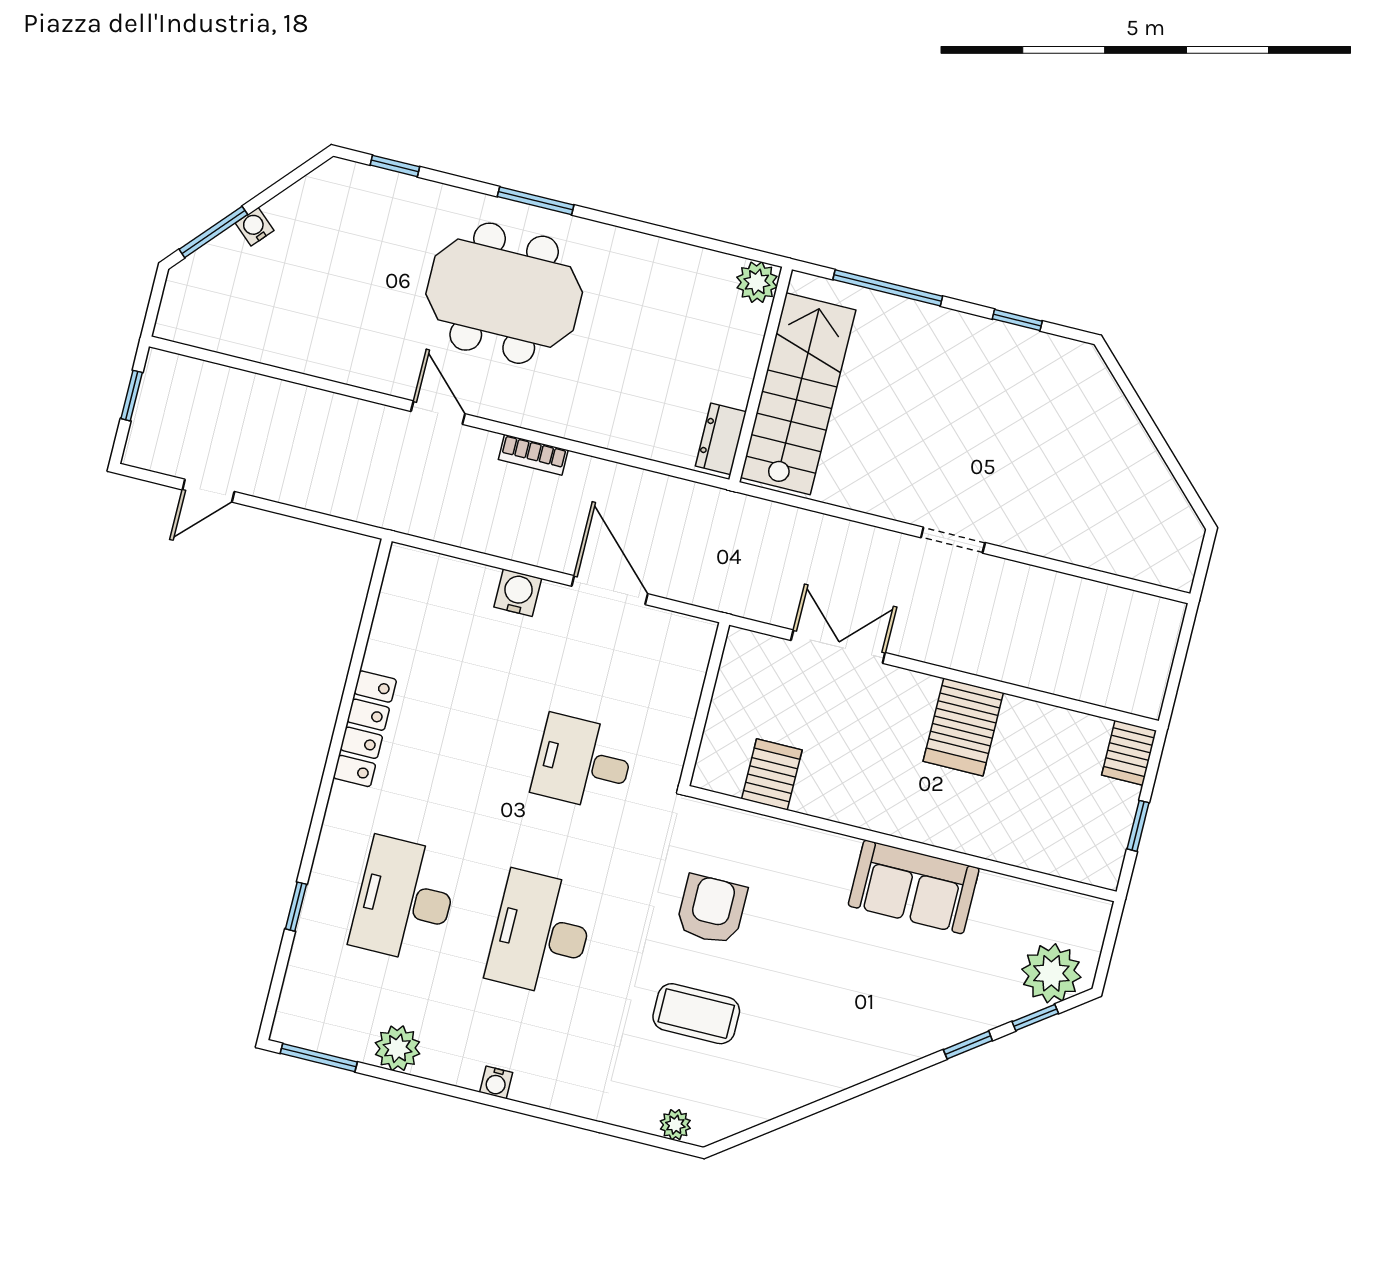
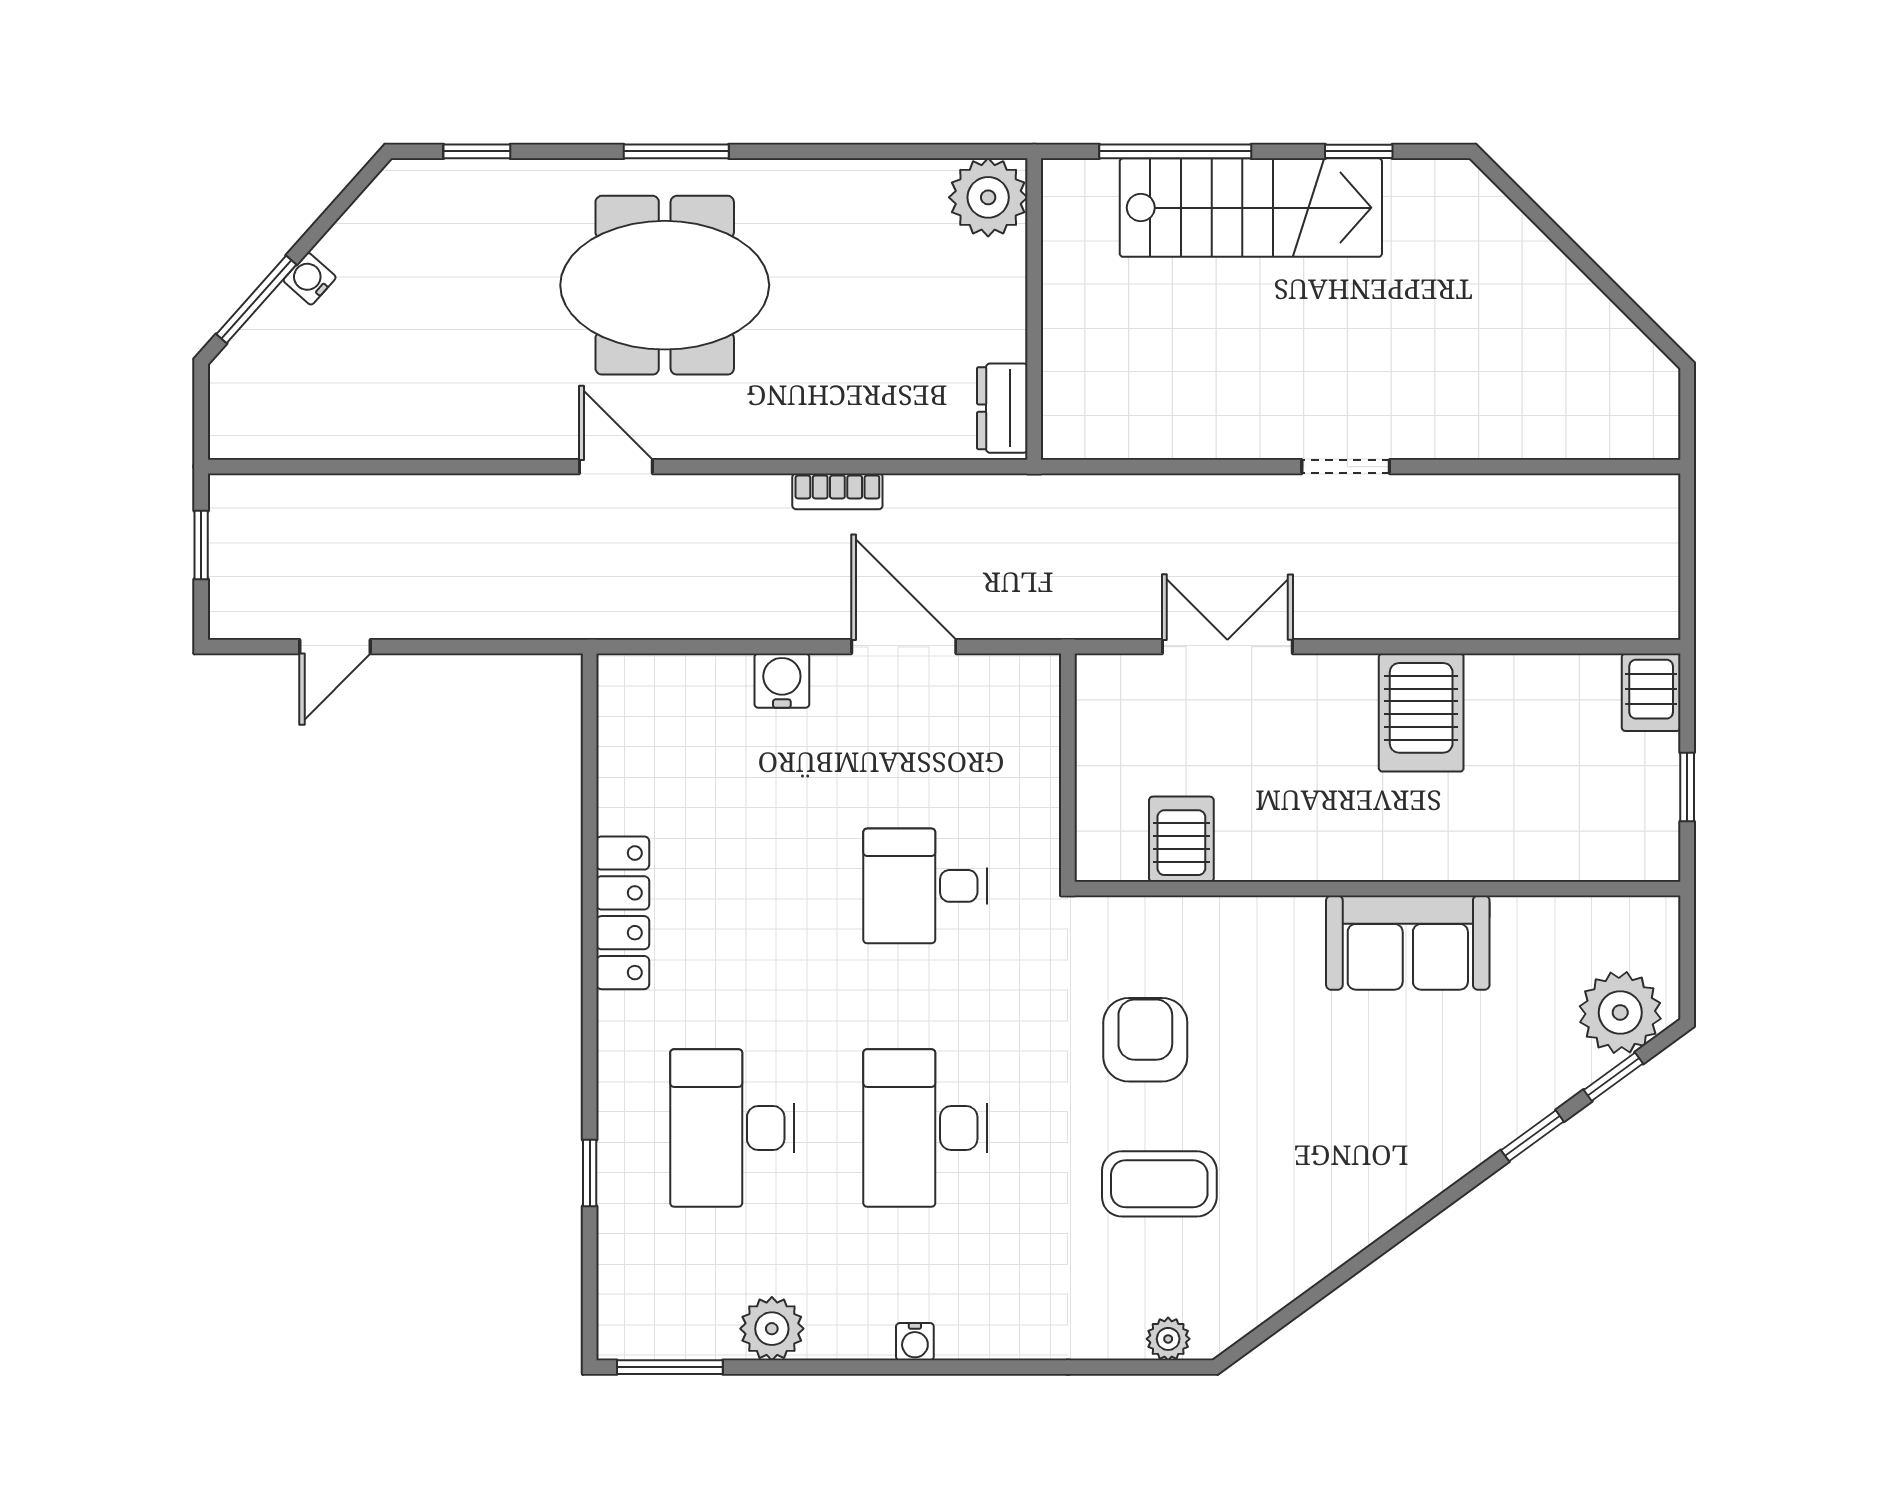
plant: (757, 282) -> (988, 197), width x1.36, depth x1.36
stairs: (798, 394) -> (1251, 208), moved, turned 90
bookcase: (533, 455) -> (837, 491), moved

